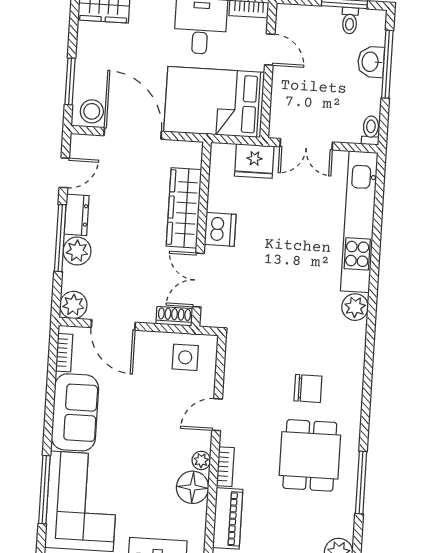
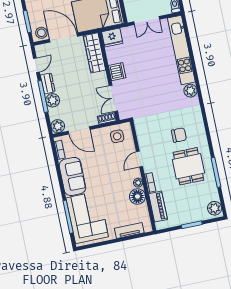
fridge: (254, 161) -> (112, 38), moved
wardrobe: (184, 208) -> (94, 53), moved

